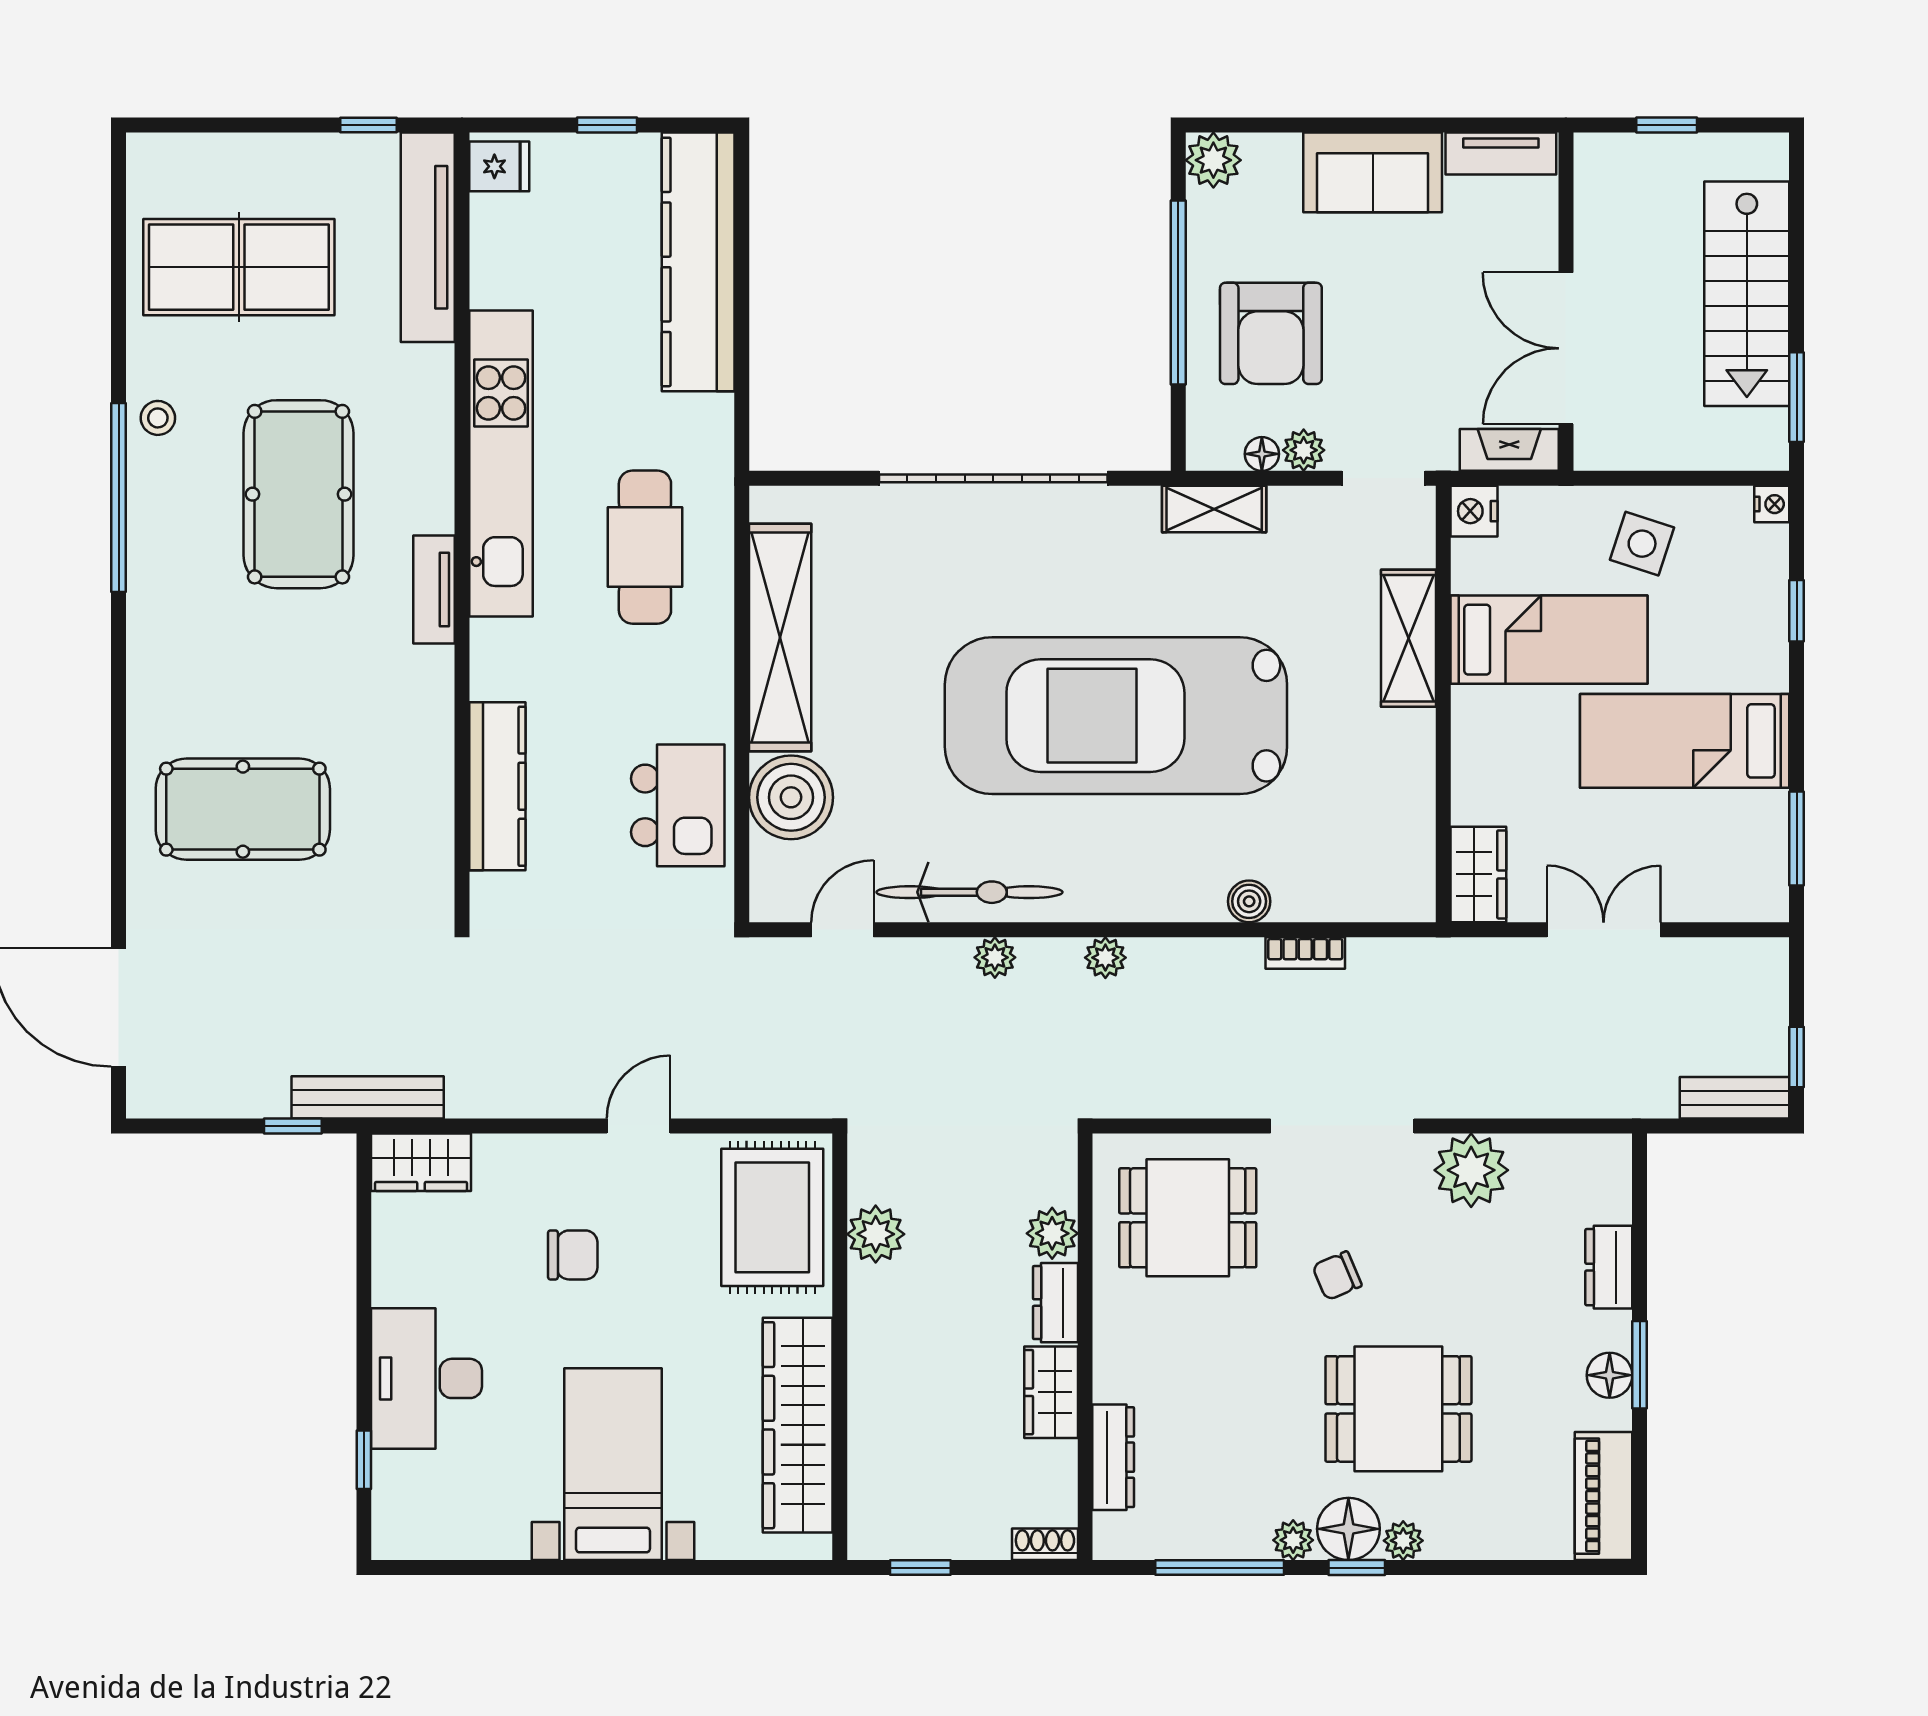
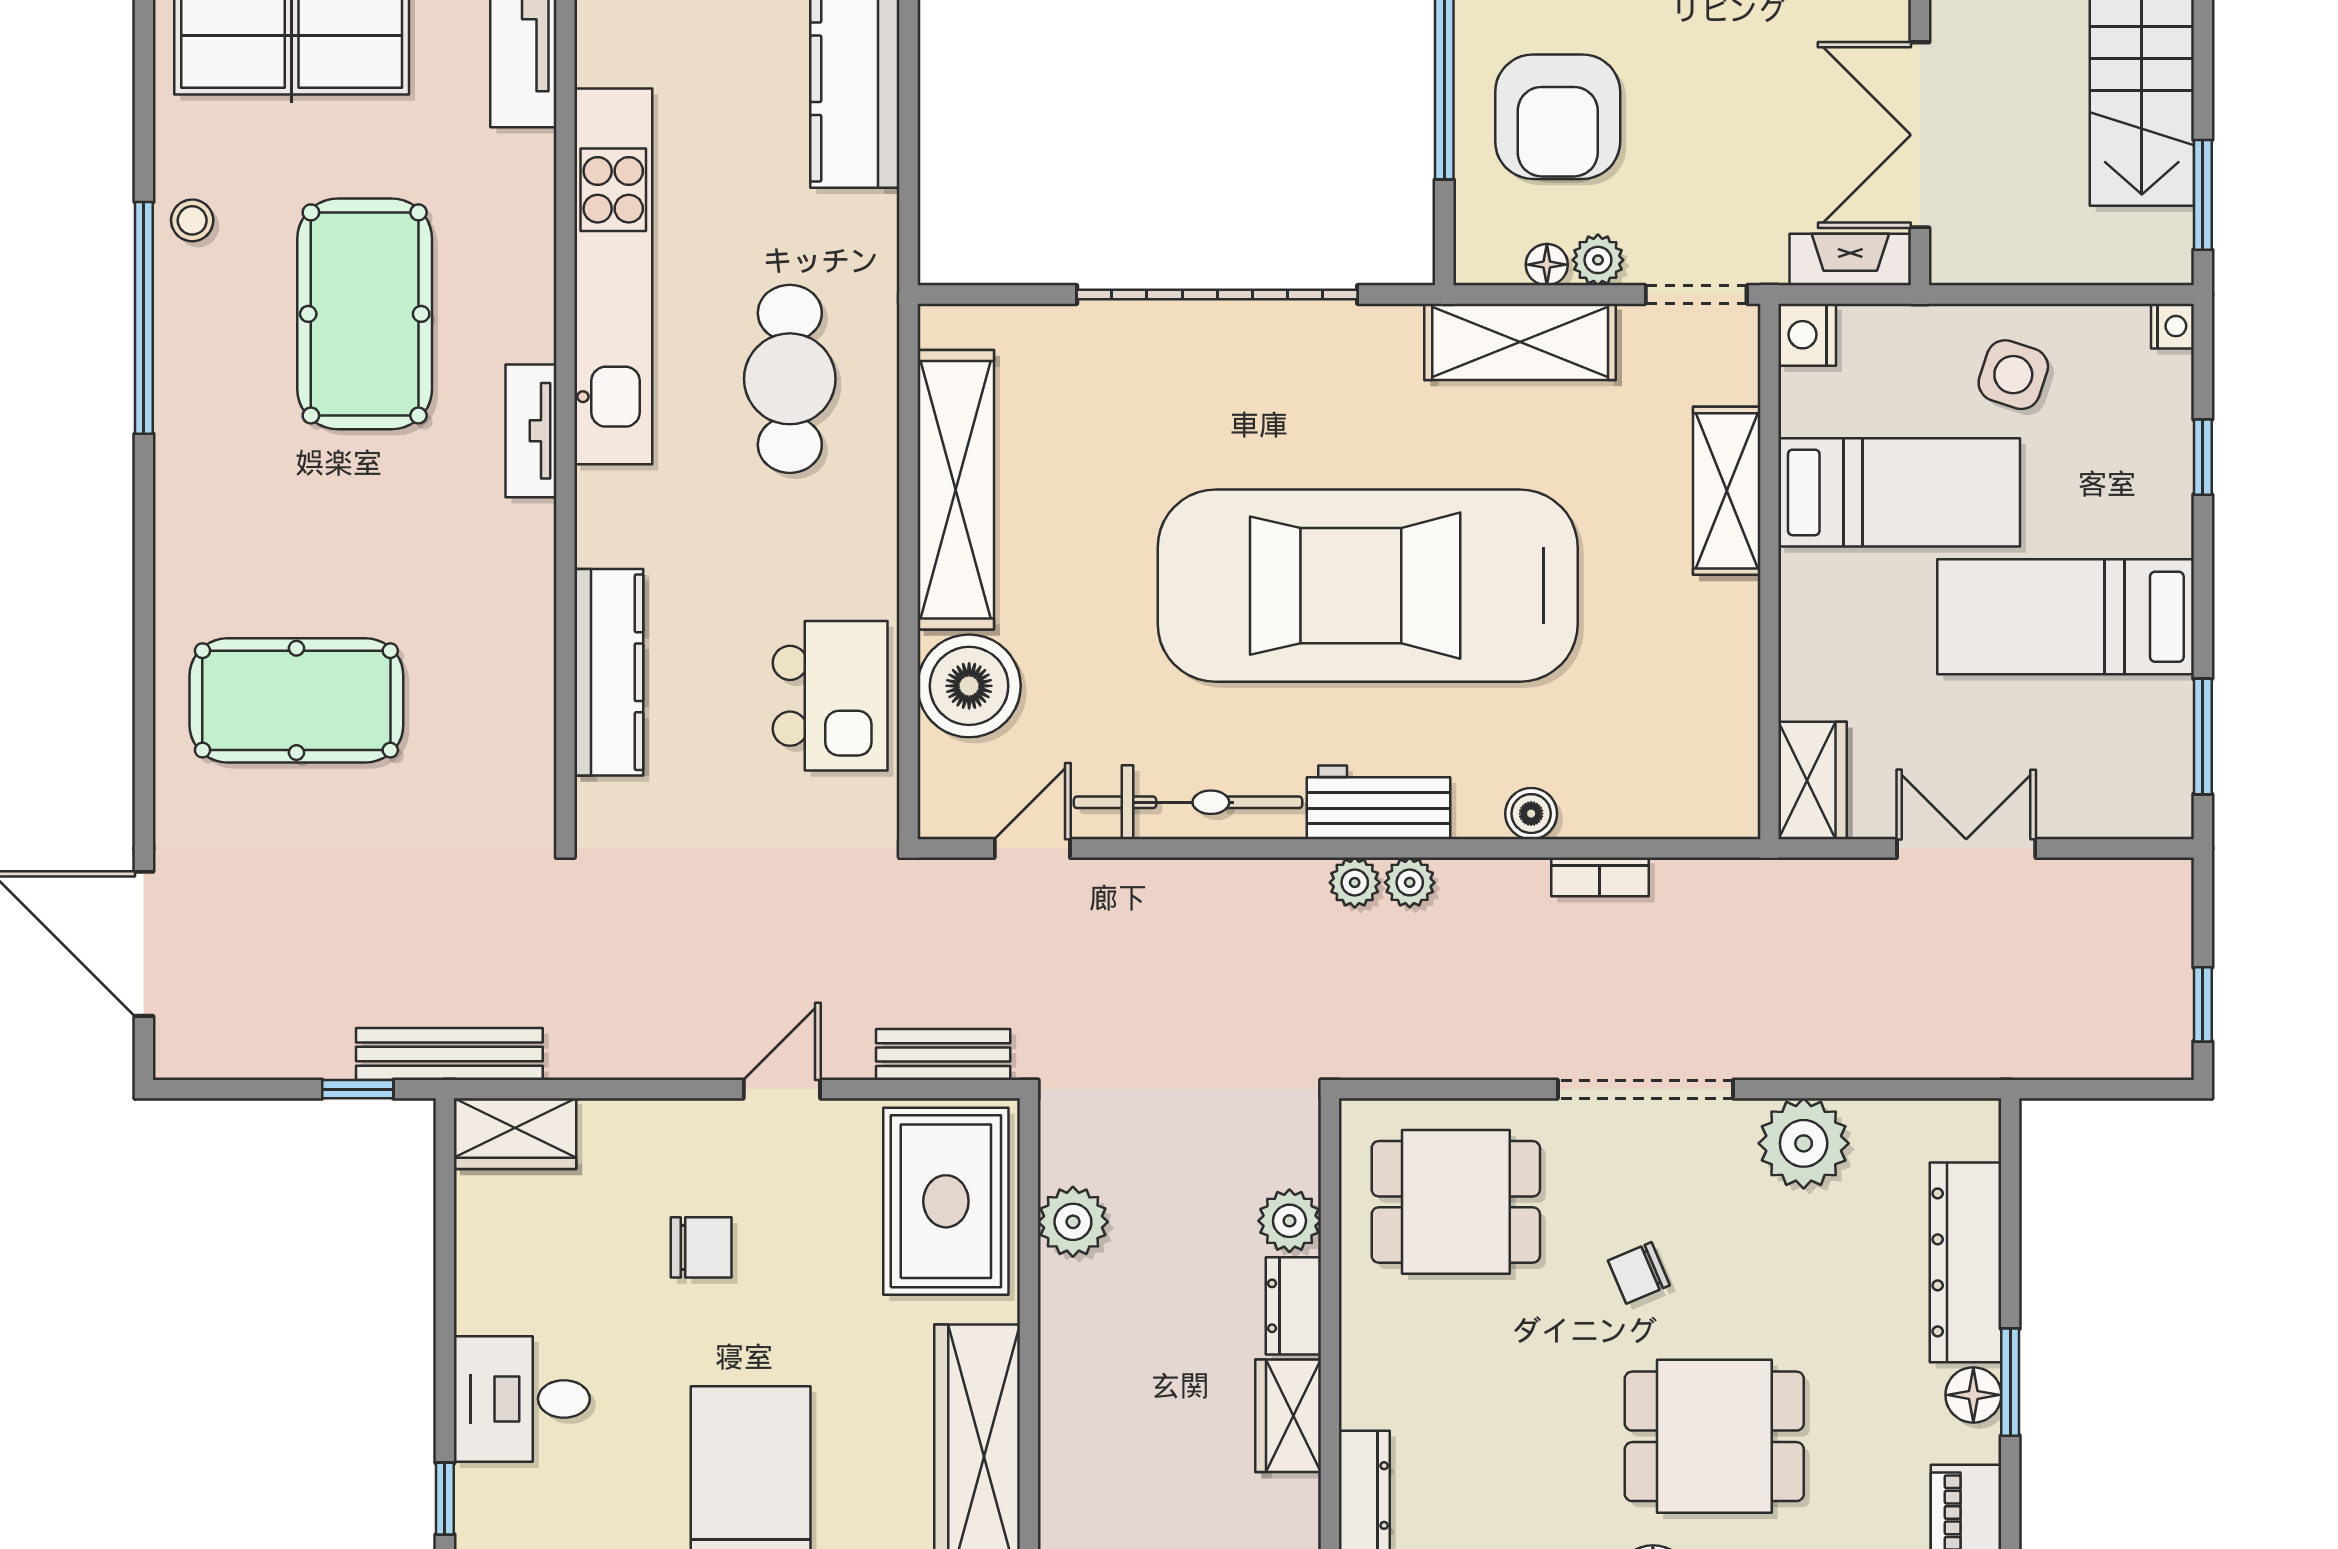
shelving: (1214, 509) -> (1520, 342), width x1.50, depth x1.33
workbench: (1125, 892) -> (1378, 802), added
plant: (995, 957) -> (1410, 882), moved
bench: (1735, 1098) -> (943, 1055), moved
dresser: (1609, 1267) -> (1965, 1262), width x1.96, depth x1.24
desk: (427, 1378) -> (522, 1399), width x0.73

